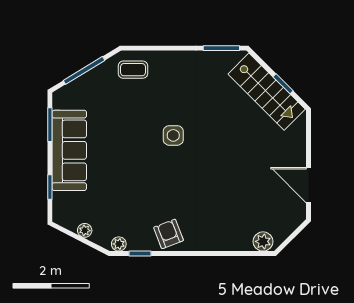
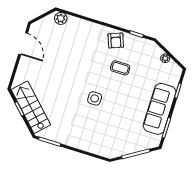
coffee table: (133, 70) -> (120, 68), moved
plant: (119, 244) -> (147, 44), removed

